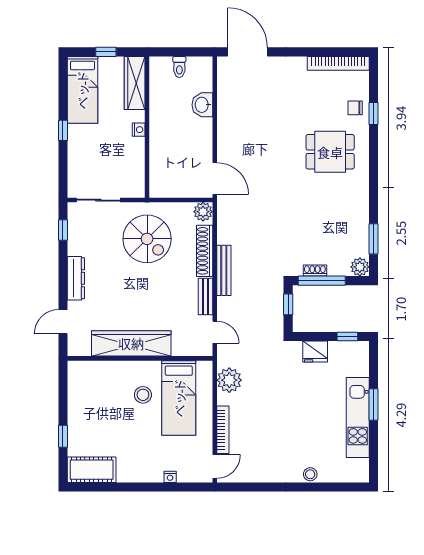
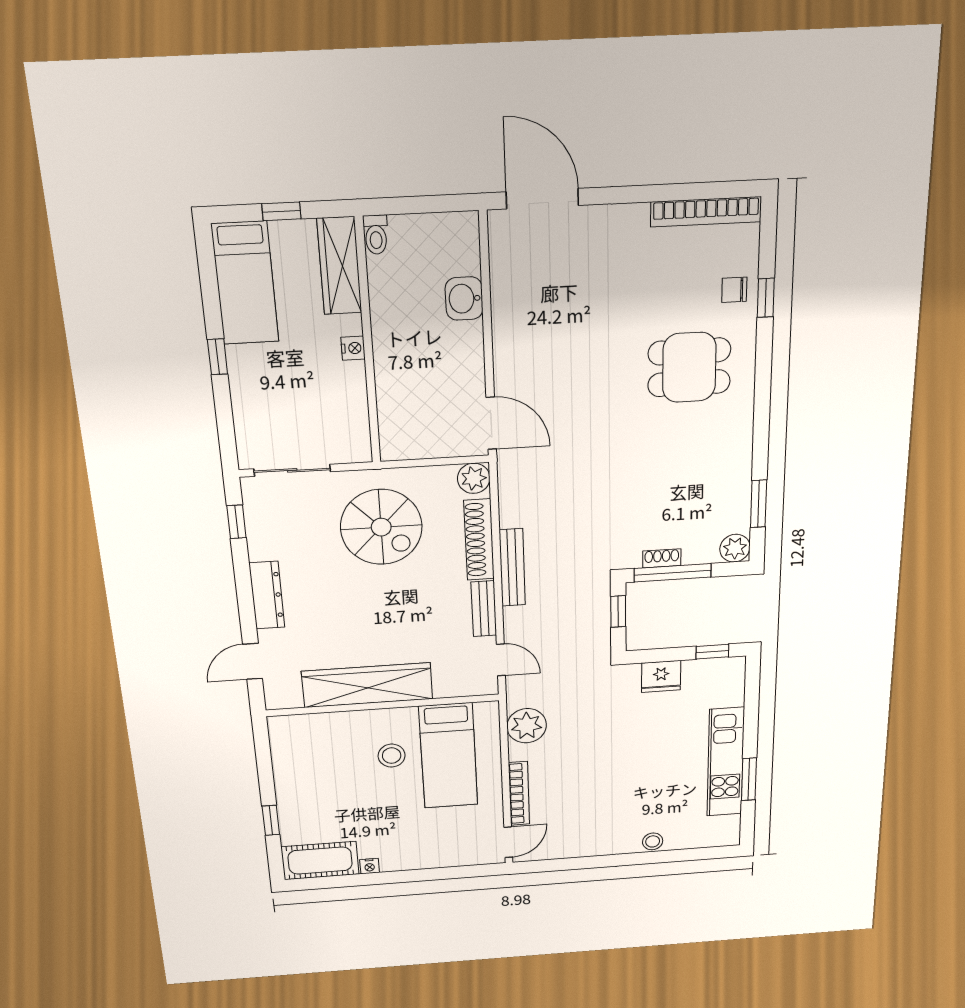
toilet: (179, 67) -> (376, 235), moved
window: (373, 405) -> (749, 779), moved
nightstand: (170, 477) -> (370, 866), moved

